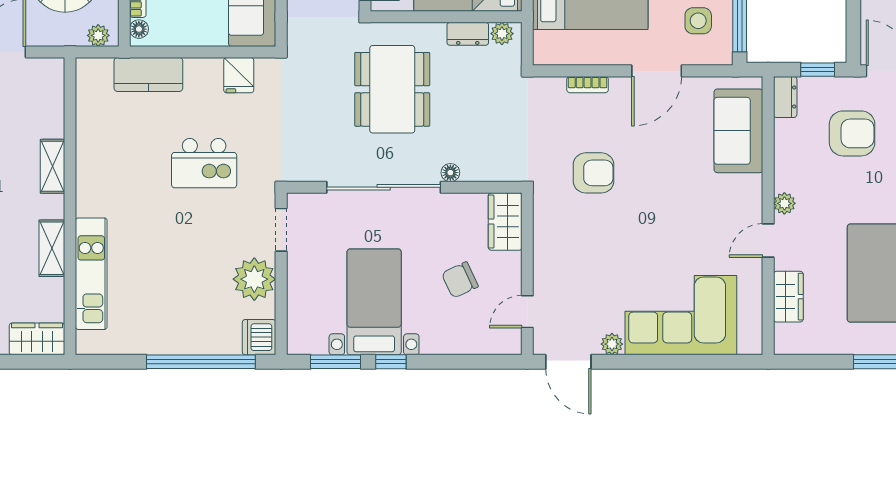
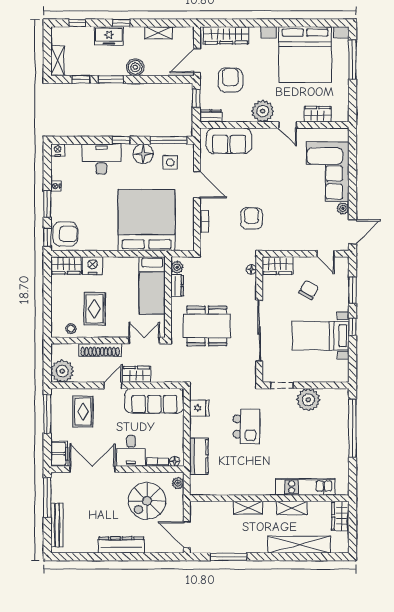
floor lamp: (450, 173) -> (251, 269), moved
plant: (784, 203) -> (263, 111), width x1.88, depth x1.88
chair: (460, 280) -> (309, 290), turned -126
dishwasher: (259, 337) -> (339, 397), removed
window: (336, 362) -> (352, 290), moved

